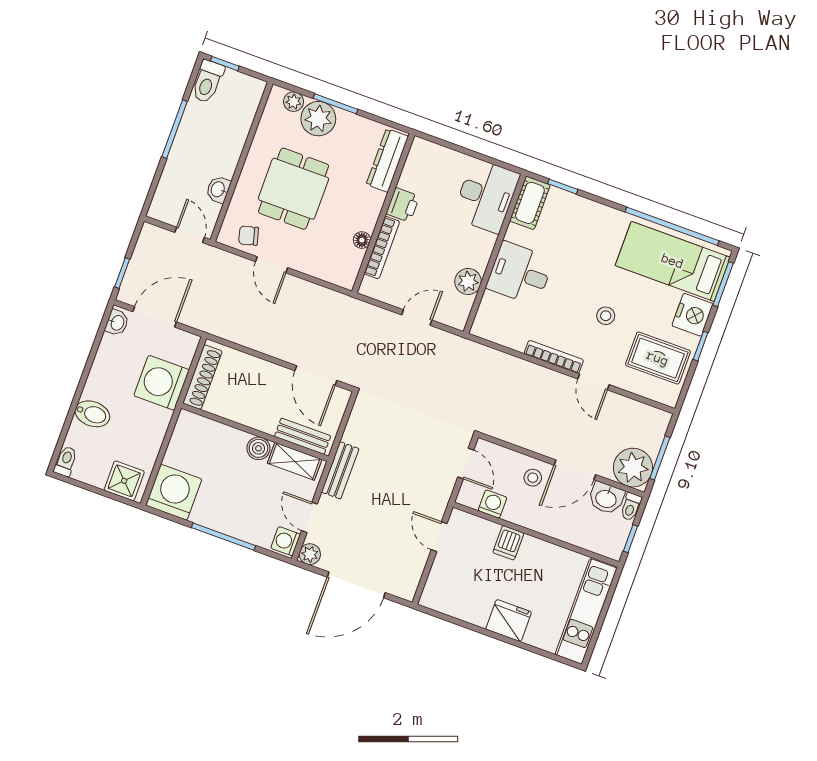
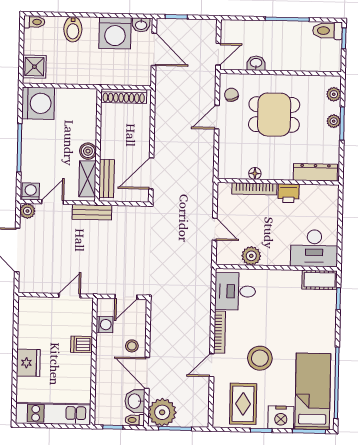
plant: (318, 119) -> (334, 121), width x0.53, depth x0.53
desk: (520, 273) -> (235, 291), moved, turned -90
stool: (606, 316) -> (260, 358), width x1.89, depth x1.89
washing machine: (162, 383) -> (115, 33), moved, turned 180

